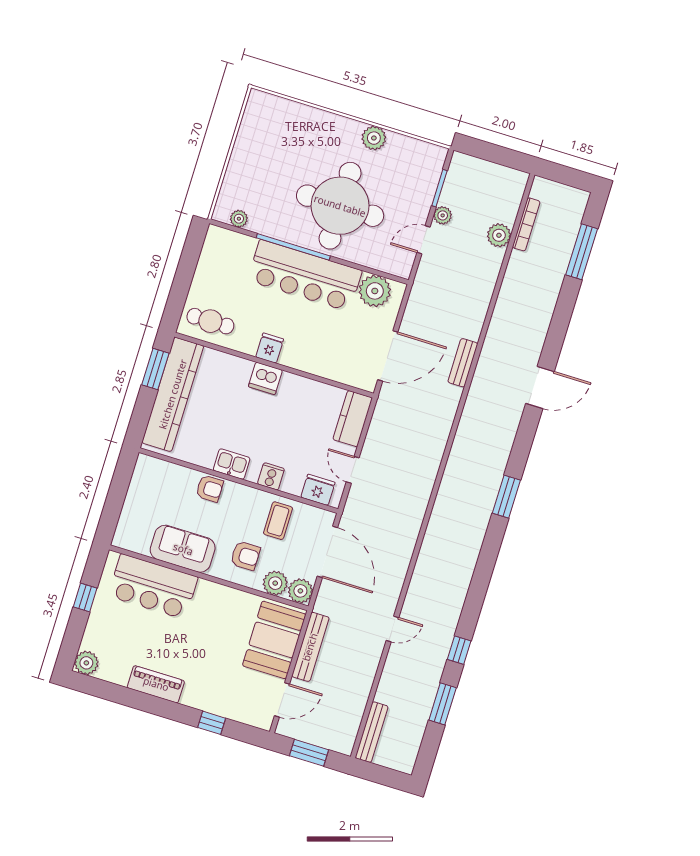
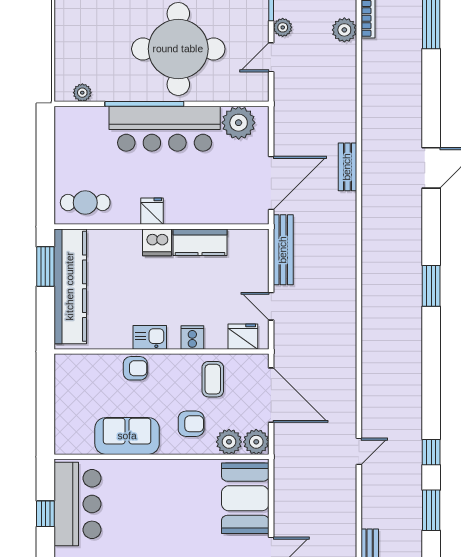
kitchen counter: (353, 419) -> (200, 242), moved, turned -90
bar counter: (153, 586) -> (78, 504), moved, turned -90
bench: (310, 647) -> (283, 250), moved

